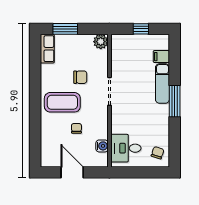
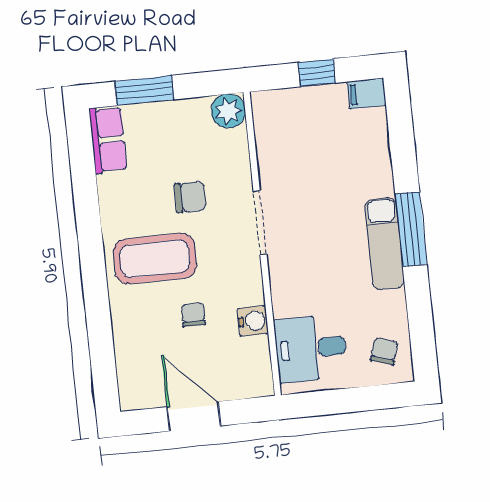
filing cabinet: (161, 57) -> (366, 94), moved
exam couch: (162, 83) -> (384, 244), moved
water cooler: (102, 146) -> (253, 321), moved

